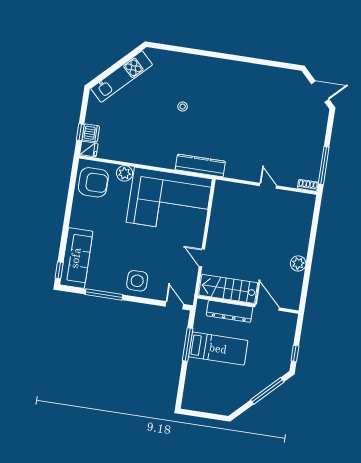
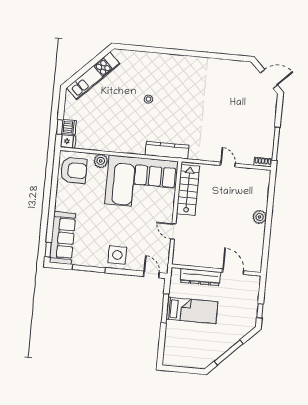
plant: (298, 263) -> (260, 217), moved
stairs: (228, 289) -> (188, 190), moved, turned 90
window: (267, 391) -> (229, 352), moved

